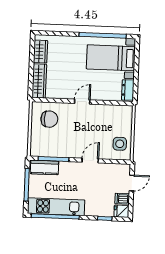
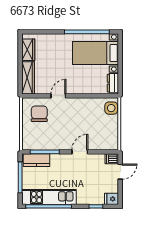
door: (82, 102) -> (58, 96), moved
chair: (49, 119) -> (39, 114), turned -90
side table: (120, 144) -> (111, 108), moved
dishwasher: (122, 199) -> (112, 159), moved

